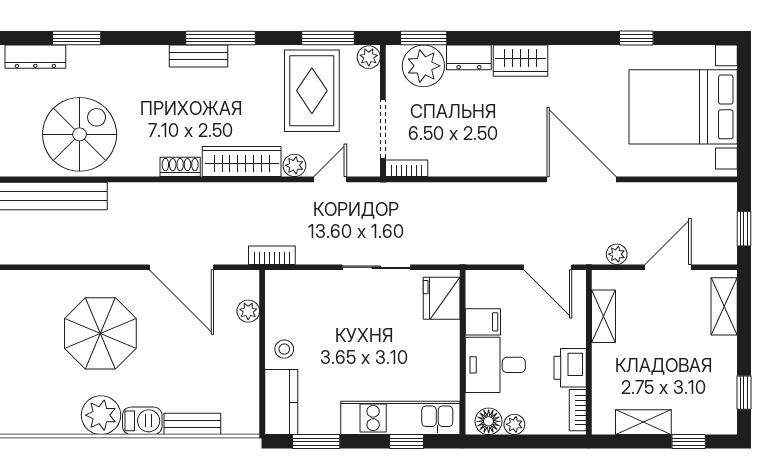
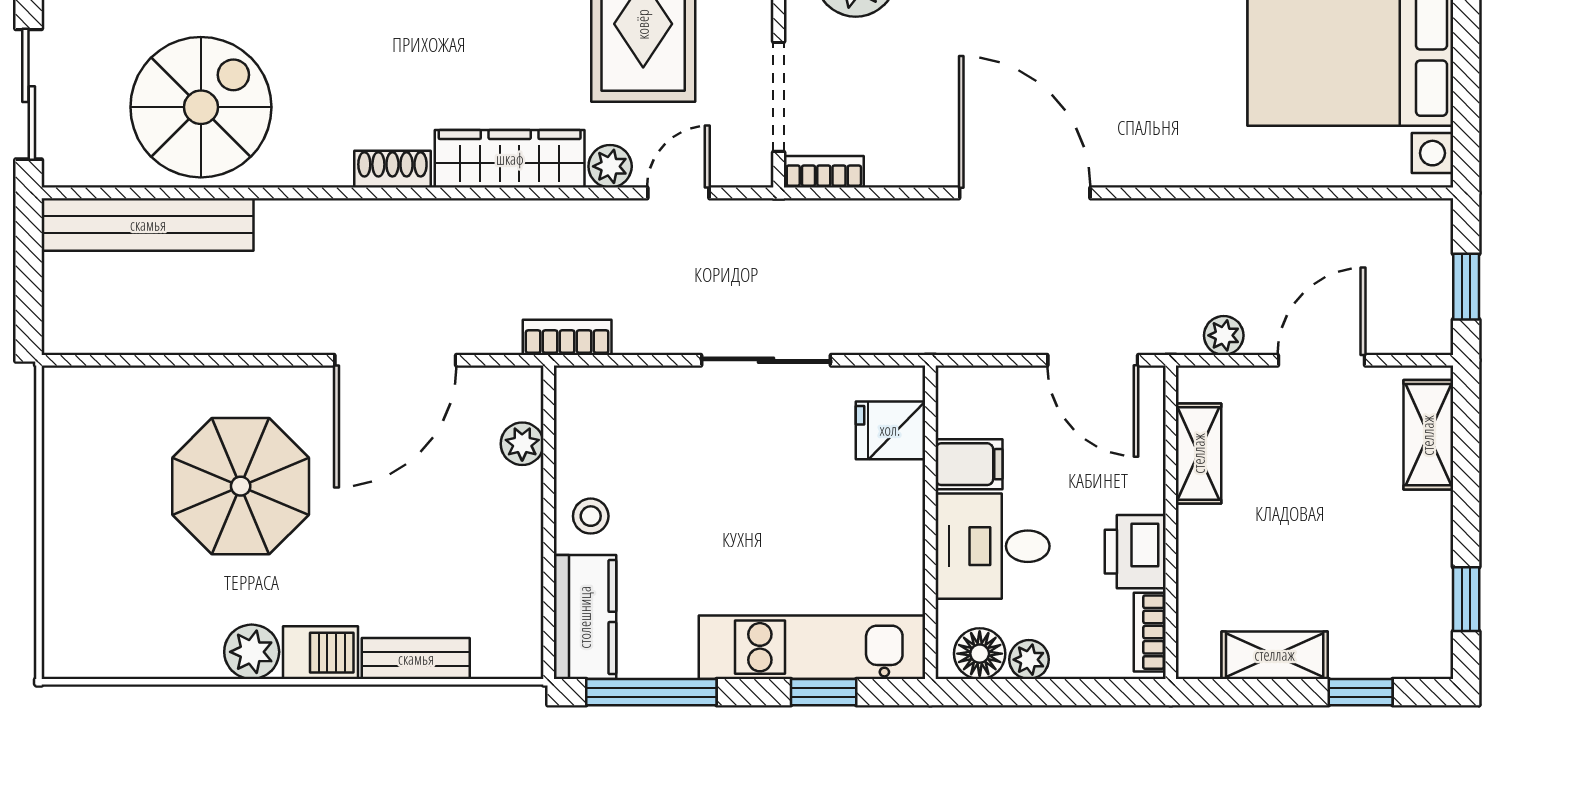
door: (581, 179) -> (1025, 193), moved
door: (182, 267) -> (395, 360), hinge flipped
fridge: (442, 298) -> (890, 430), width x0.72
plant: (101, 415) -> (252, 652), width x0.73, depth x0.73
window: (316, 442) -> (651, 692), width x1.44

